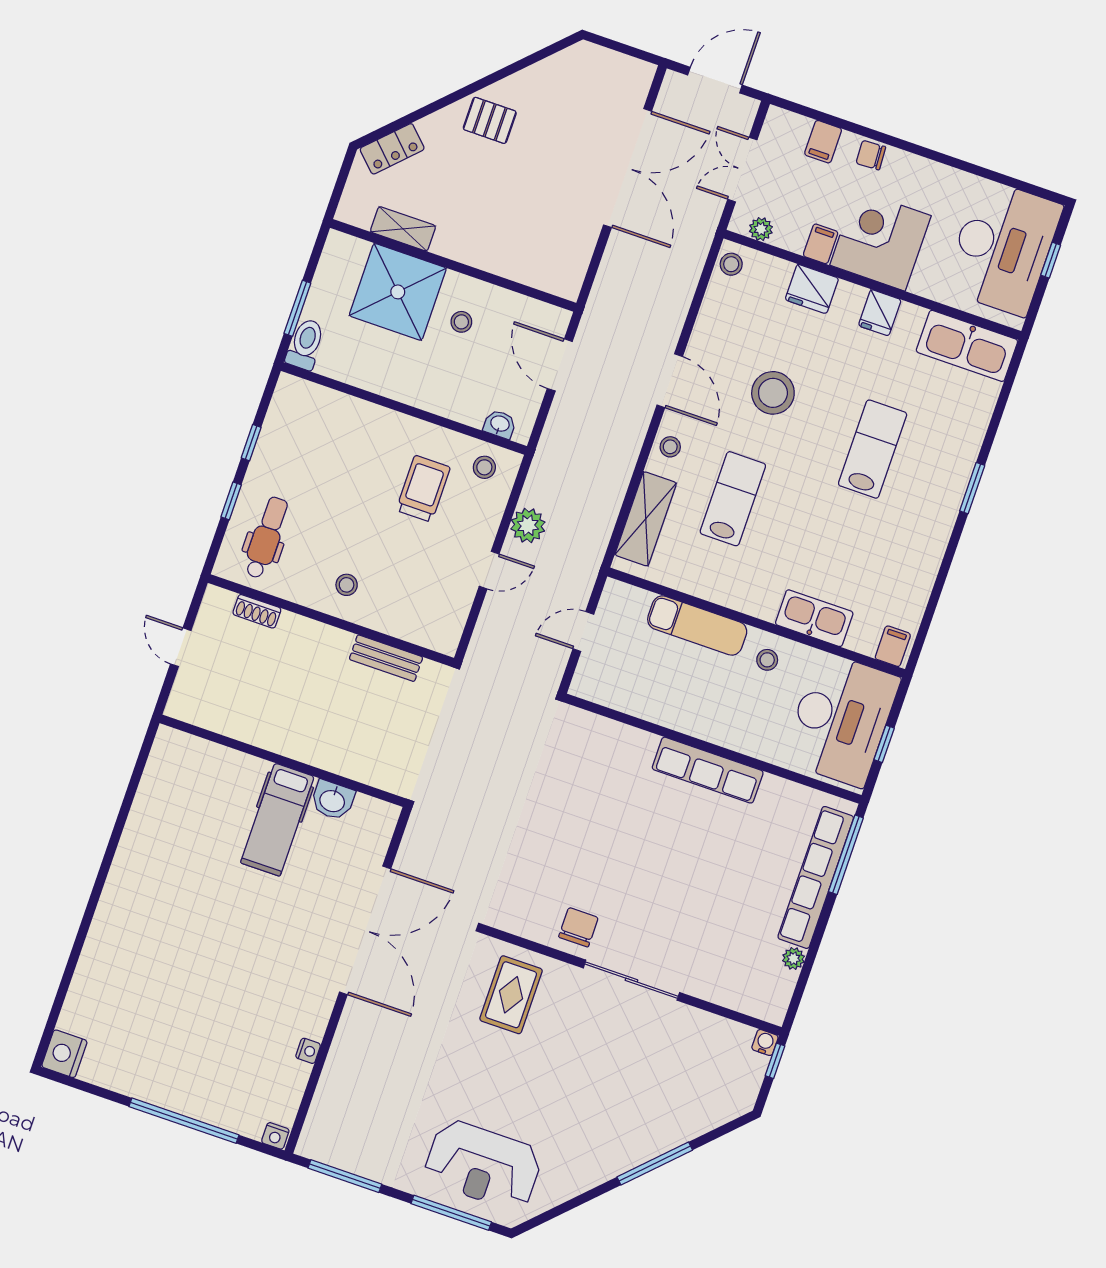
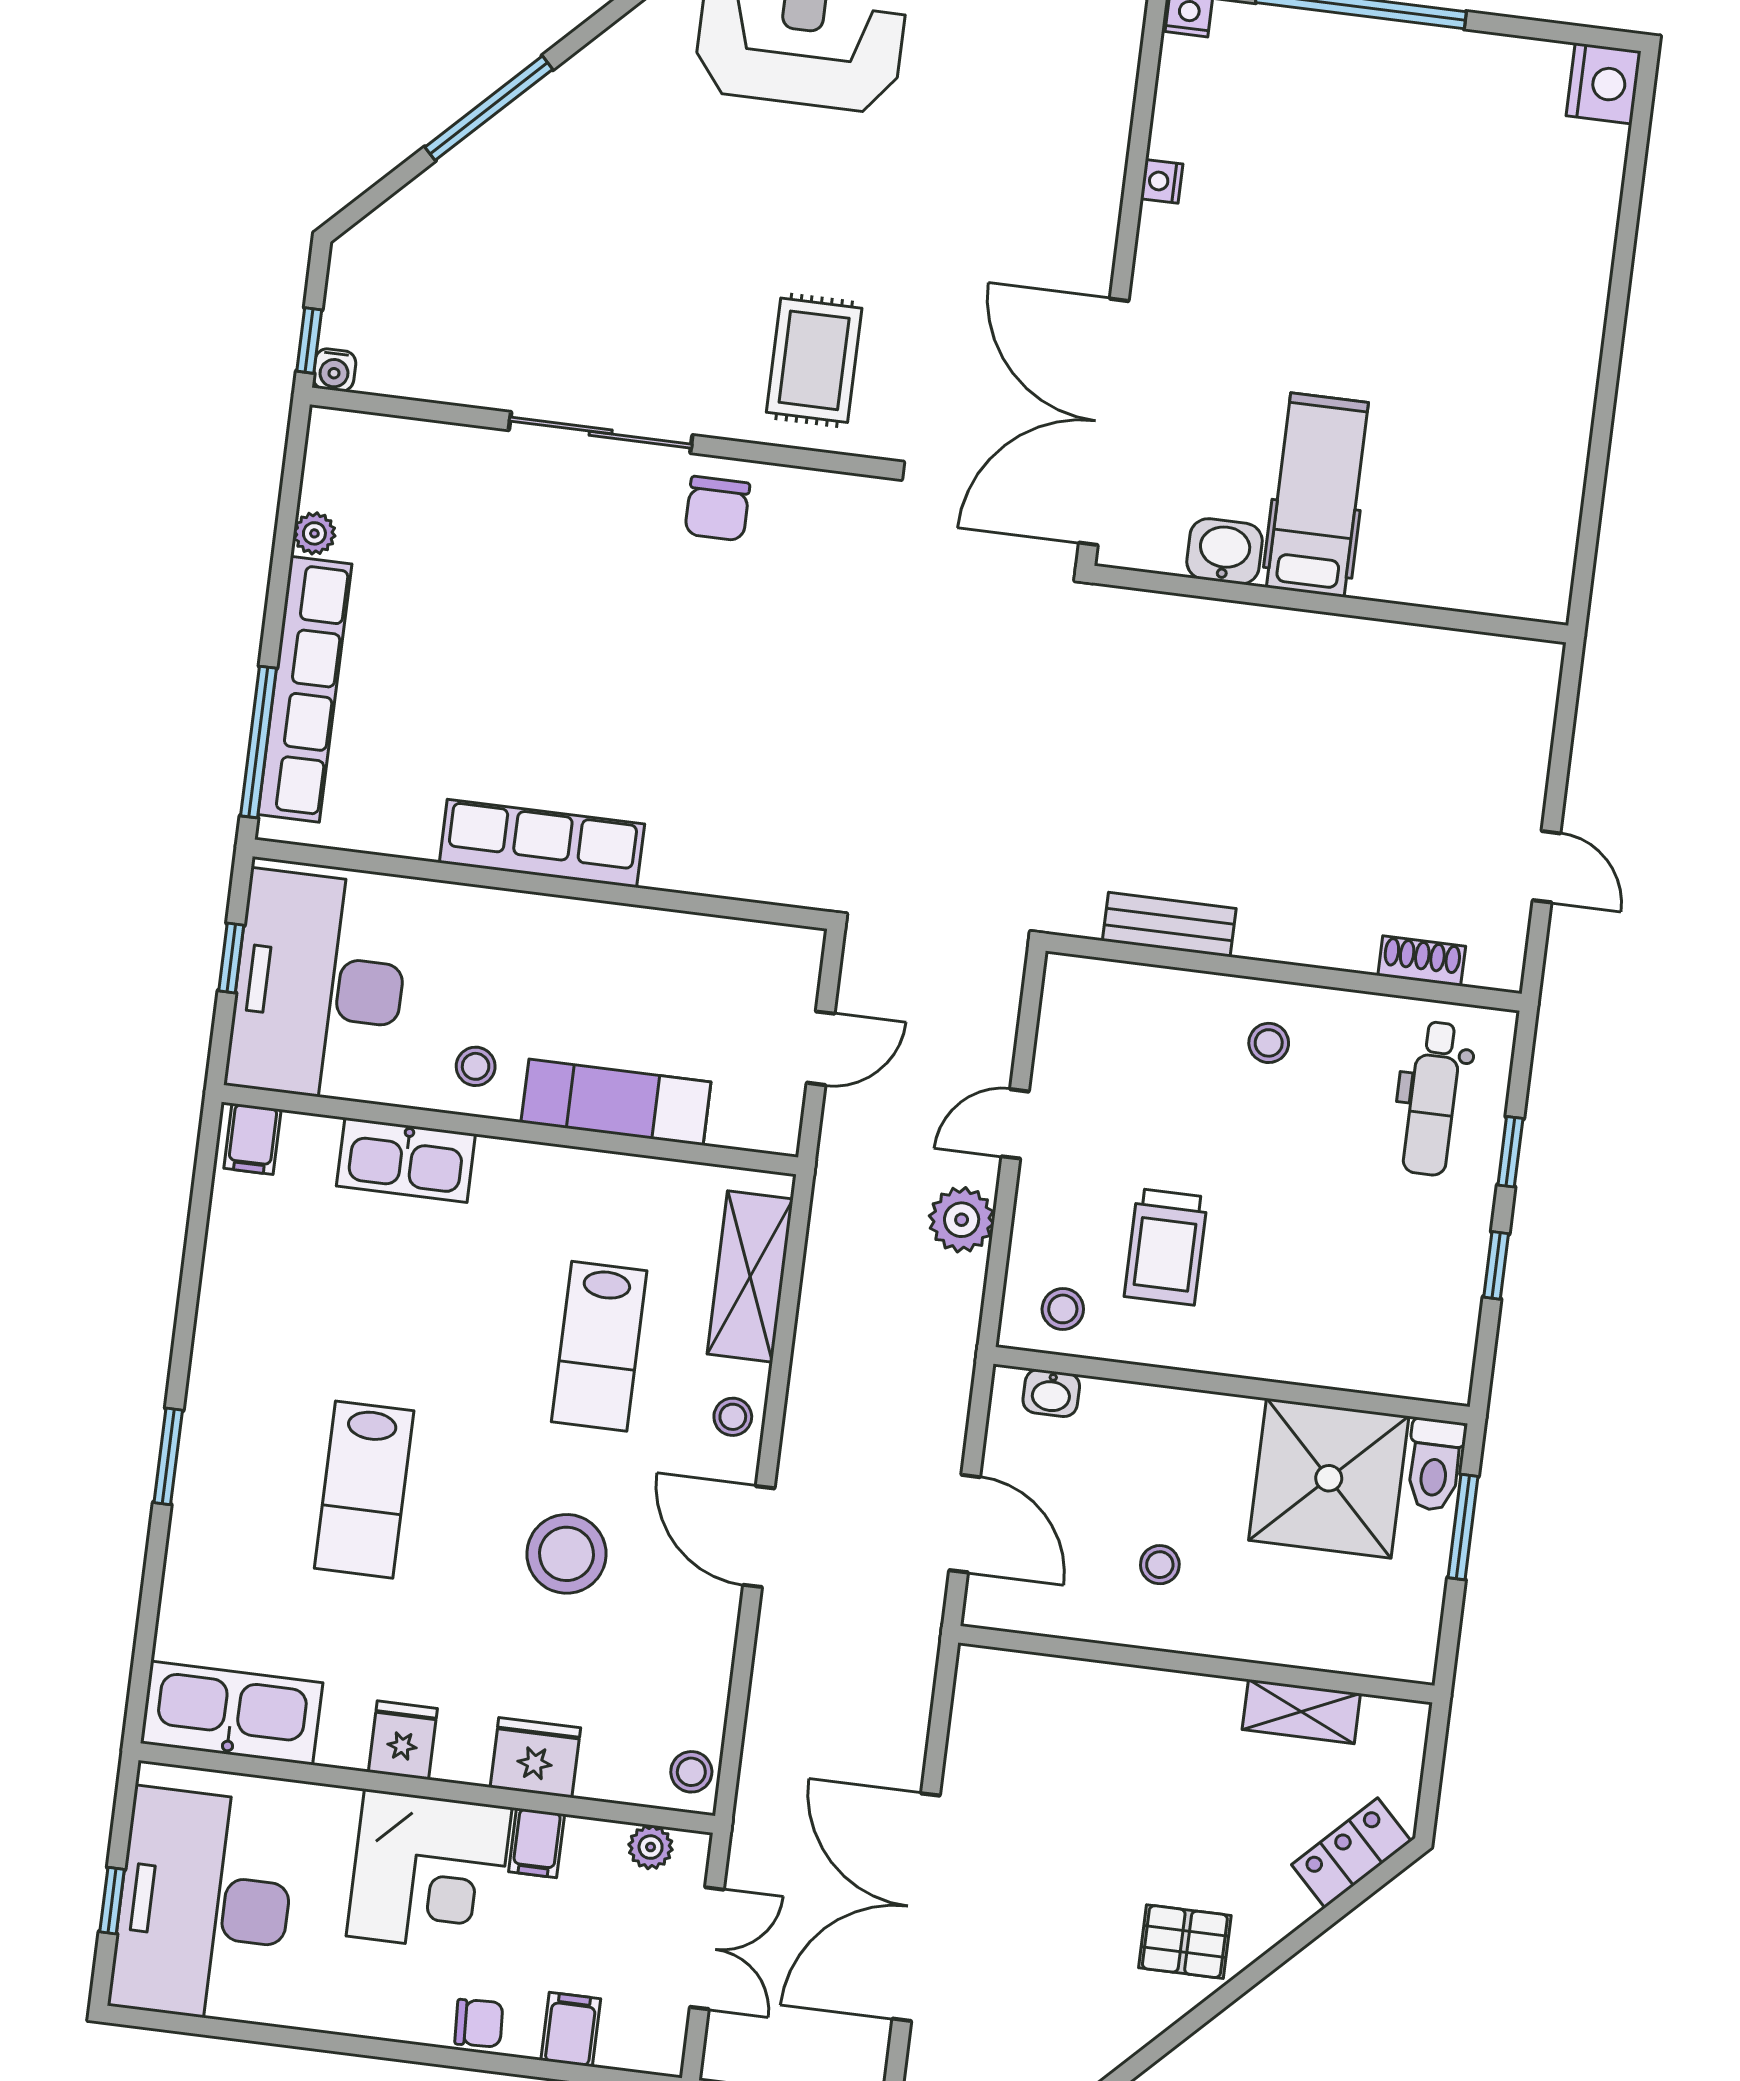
shower: (398, 292) -> (1329, 1478), moved
wall: (283, 761) -> (1330, 604), moved
washbasin: (332, 800) -> (1225, 551), moved
hospital bed: (277, 820) -> (1317, 495), moved

